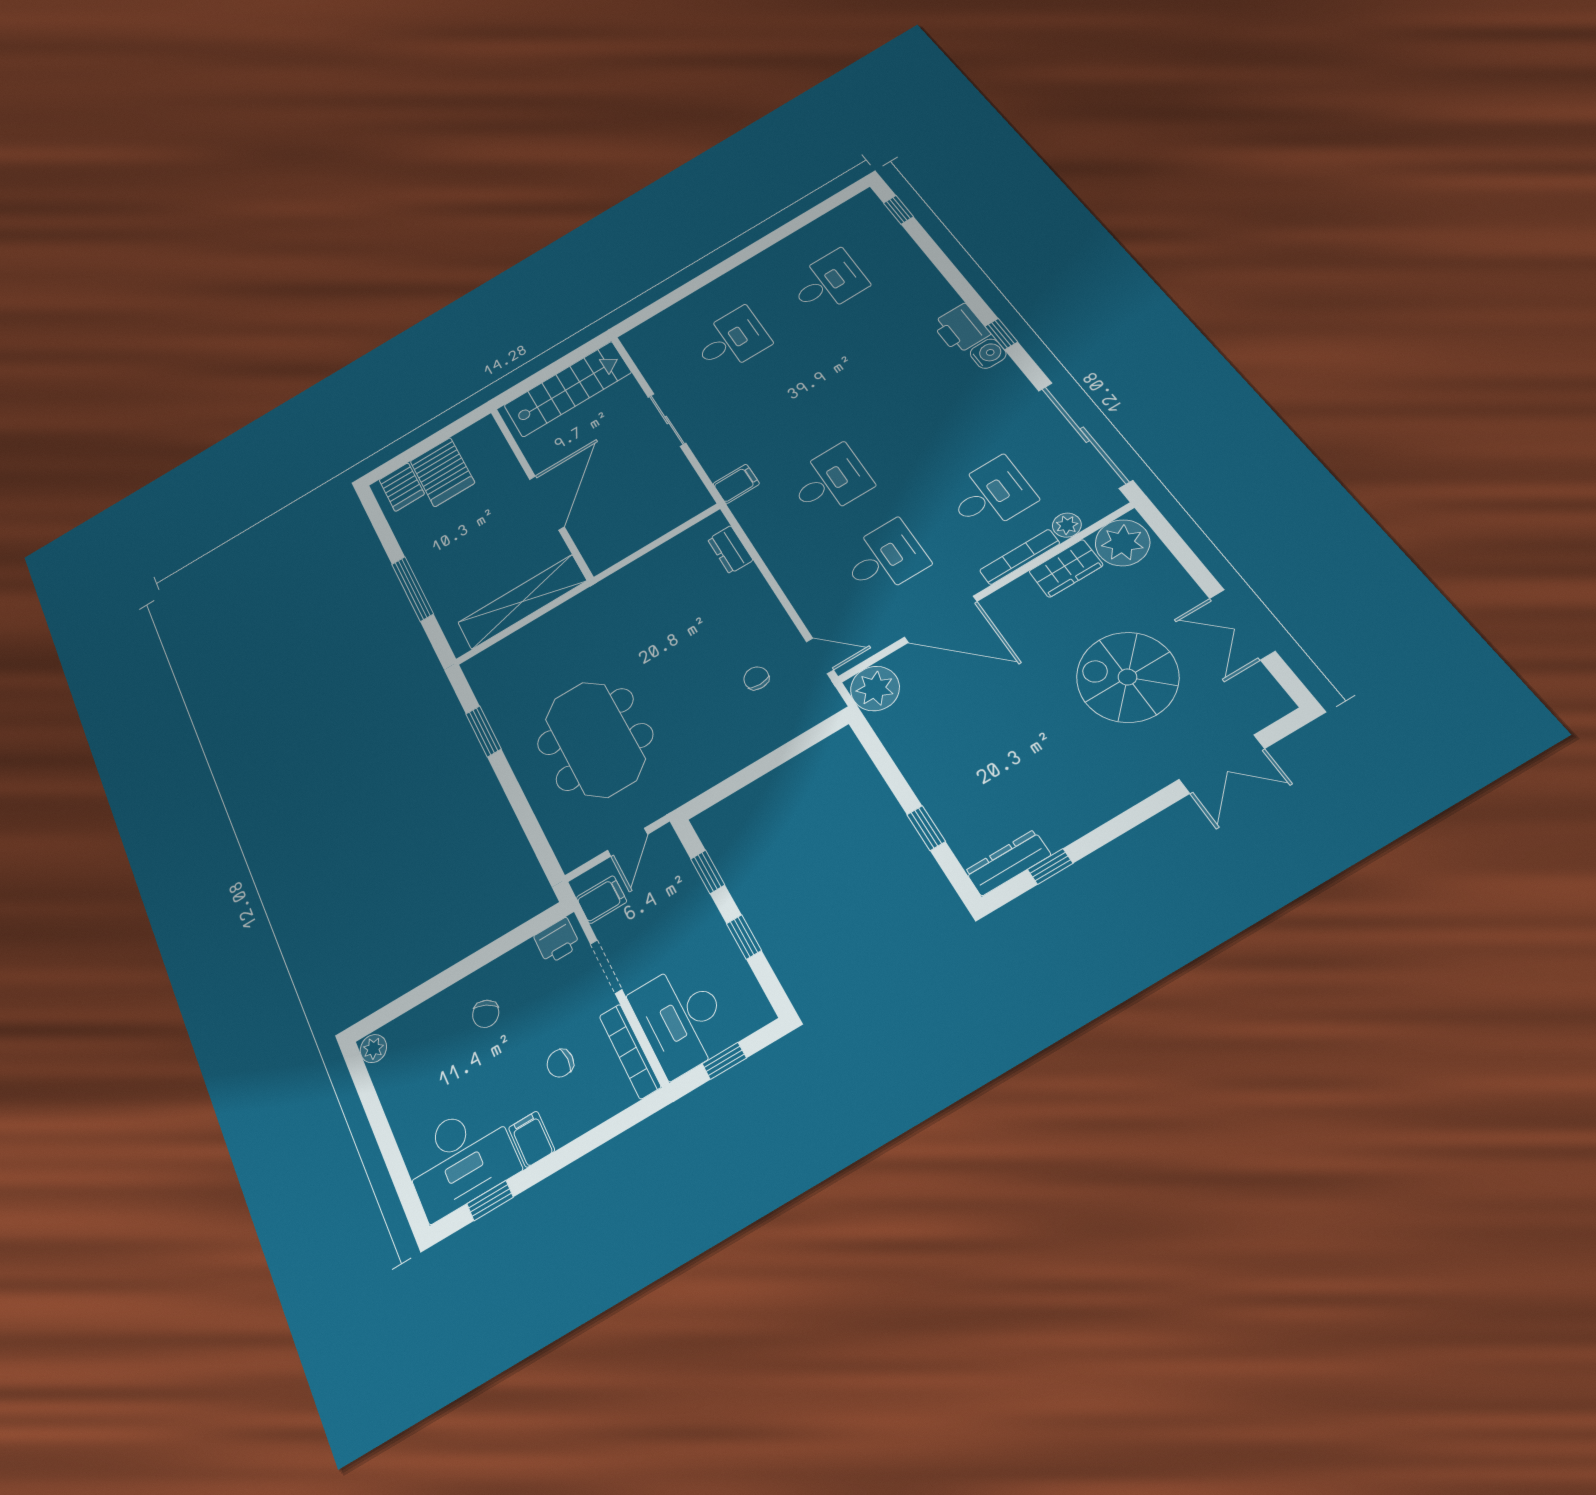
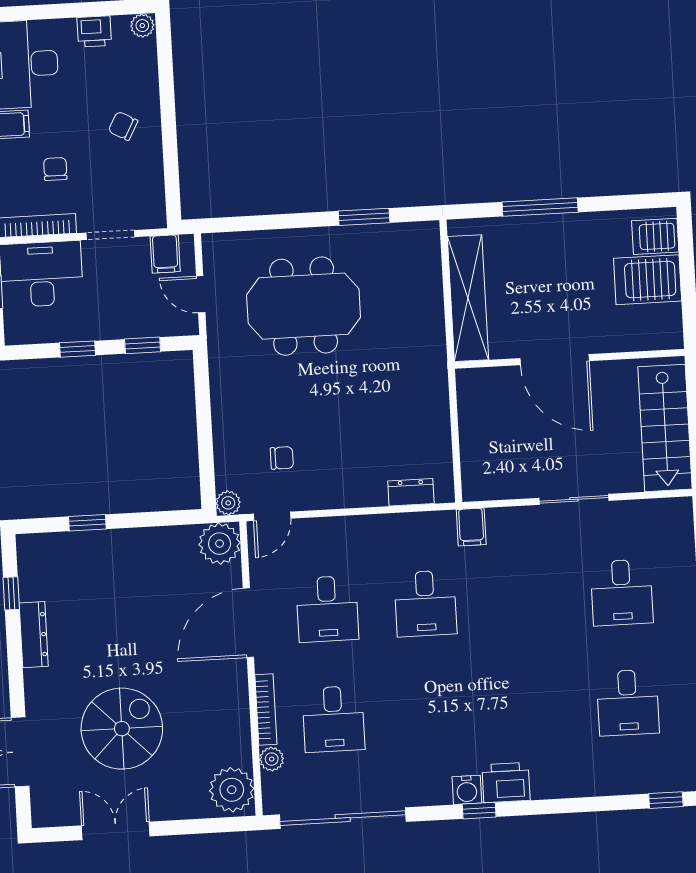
wardrobe: (1066, 568) -> (235, 737), removed
plant: (829, 703) -> (228, 503), added
dresser: (1008, 863) -> (34, 635), moved
printer: (557, 941) -> (94, 31), moved, turned -90

